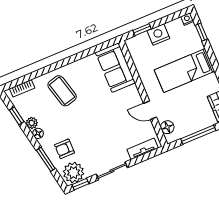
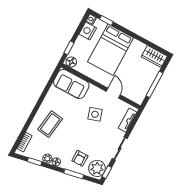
nightstand: (158, 35) -> (88, 31), moved
bed: (184, 71) -> (111, 50), width x1.50
coffee table: (62, 91) -> (50, 124), turned -67
door: (150, 110) -> (113, 93), swing flipped
side table: (115, 117) -> (95, 114), added
floor lamp: (167, 127) -> (71, 62), moved

